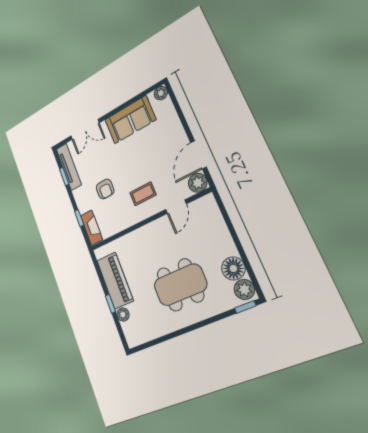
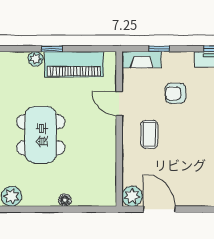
door: (176, 207) -> (119, 103), moved
floor lamp: (233, 268) -> (65, 200), moved, width x0.53, depth x0.53

